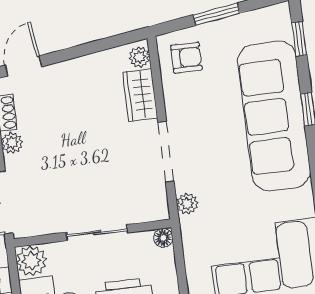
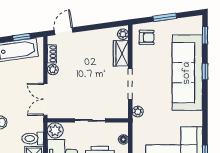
floor lamp: (163, 238) -> (123, 139), moved

